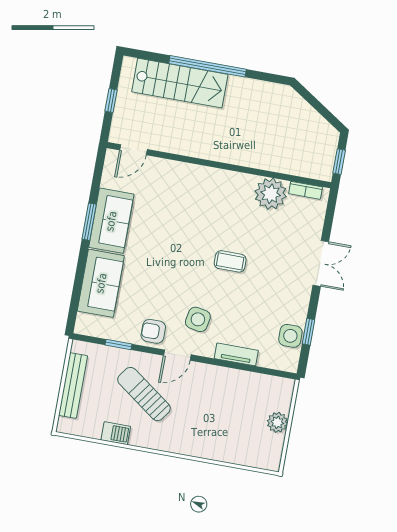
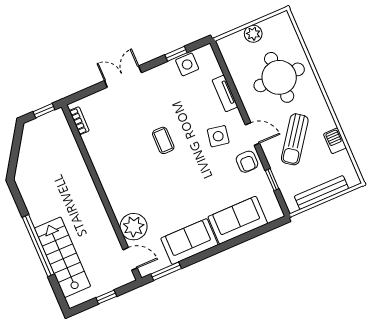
plant: (271, 194) -> (134, 227), moved
window: (89, 222) -> (166, 271), moved
round table: (216, 419) -> (279, 77), added

